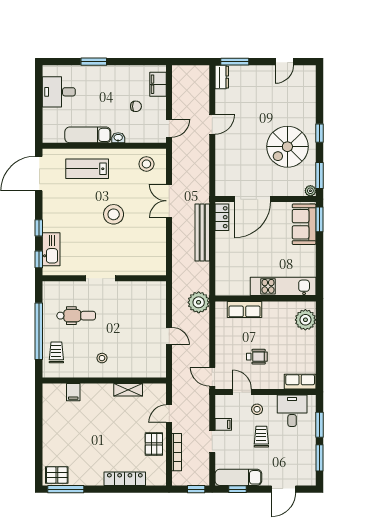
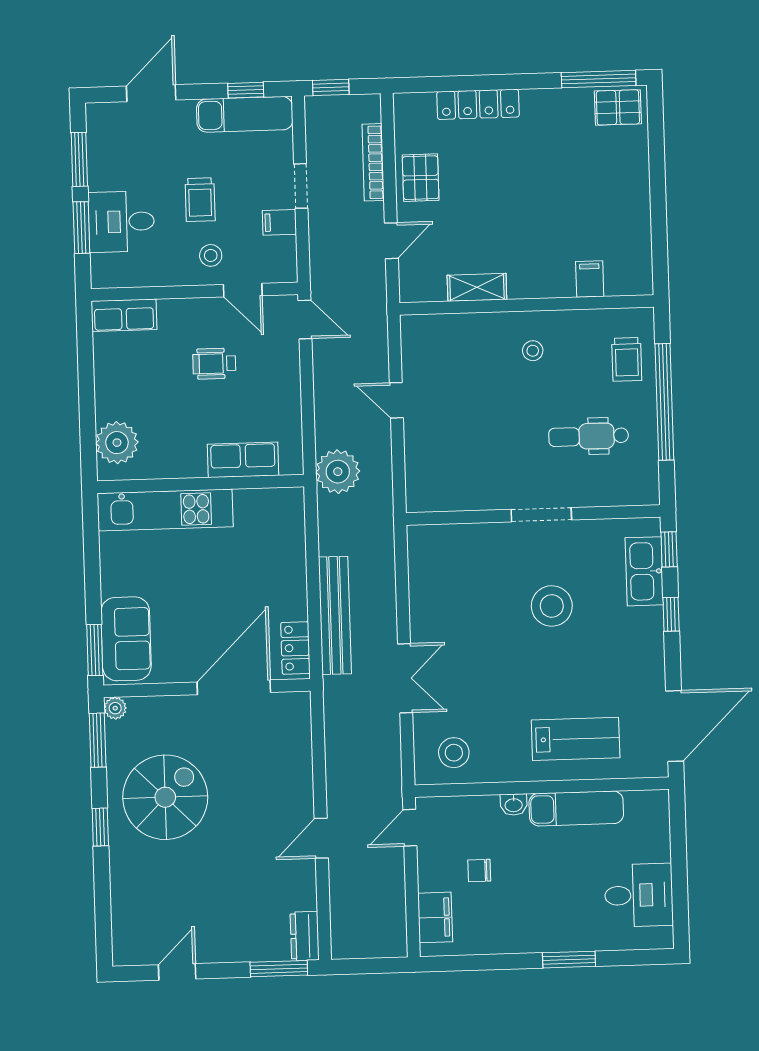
stool: (114, 214) -> (552, 606), moved
desk: (292, 411) -> (121, 222), moved, turned 90

